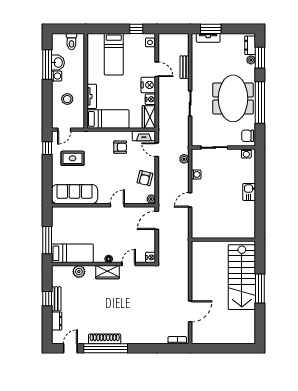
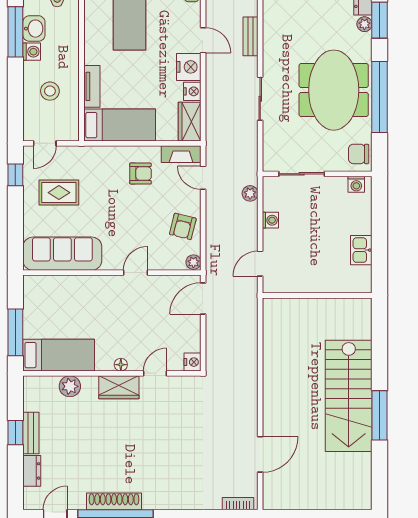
wall: (223, 240) -> (317, 295), moved

